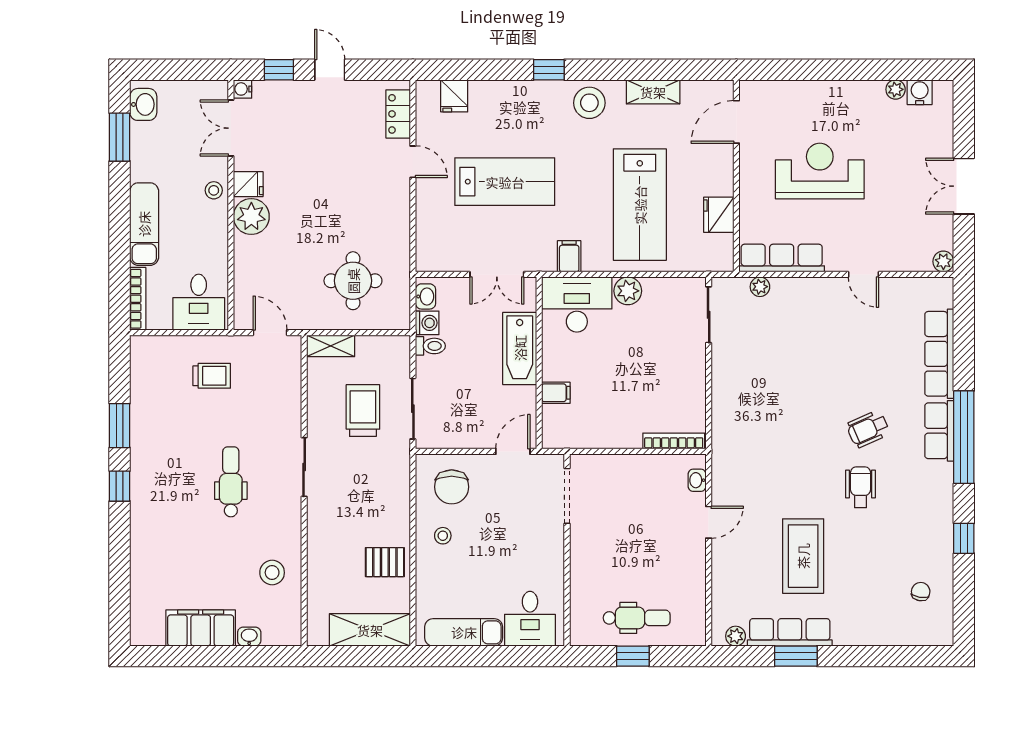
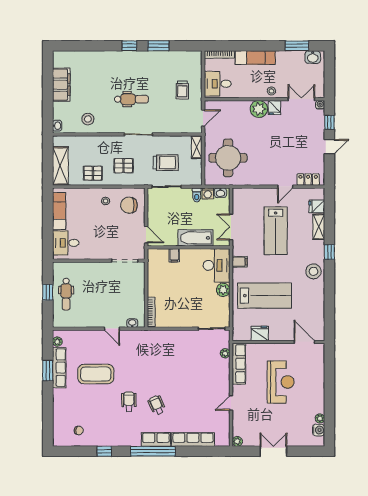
shelving: (653, 92) -> (319, 227), moved
lab bench: (640, 205) -> (265, 296), turned 180
round table: (353, 281) -> (228, 158), width x1.36, depth x1.36
wheelchair: (861, 487) -> (129, 402), turned -90
pallet: (369, 498) -> (124, 166), added
pallet: (385, 562) -> (93, 173), turned 90
washbasin: (249, 637) -> (57, 126), moved

